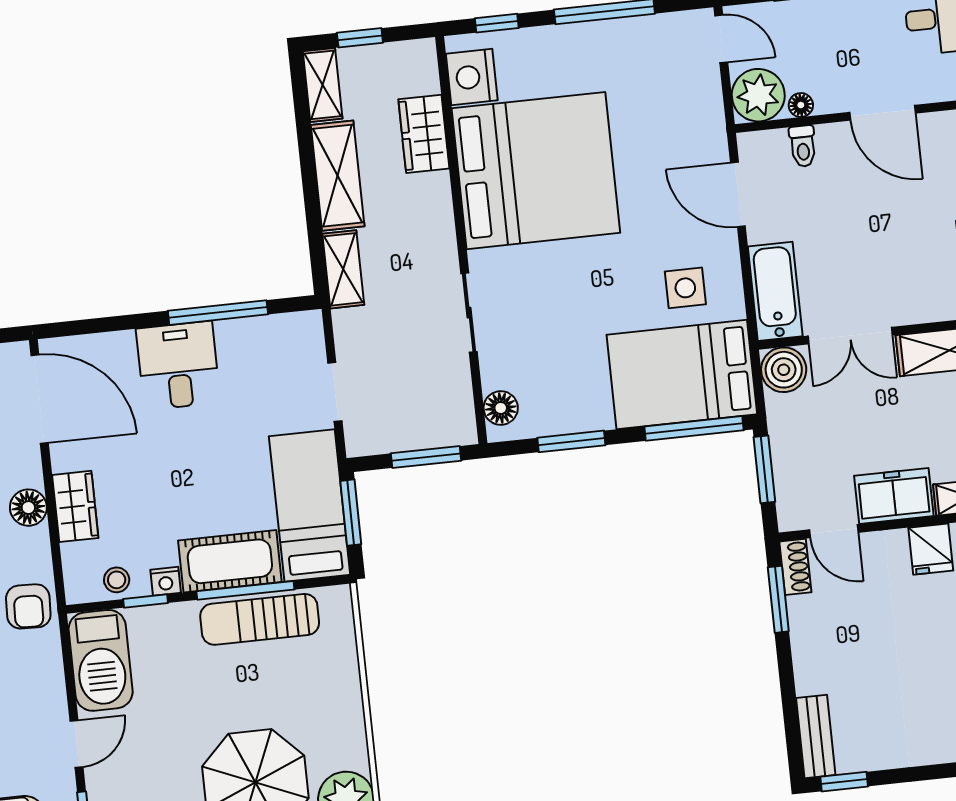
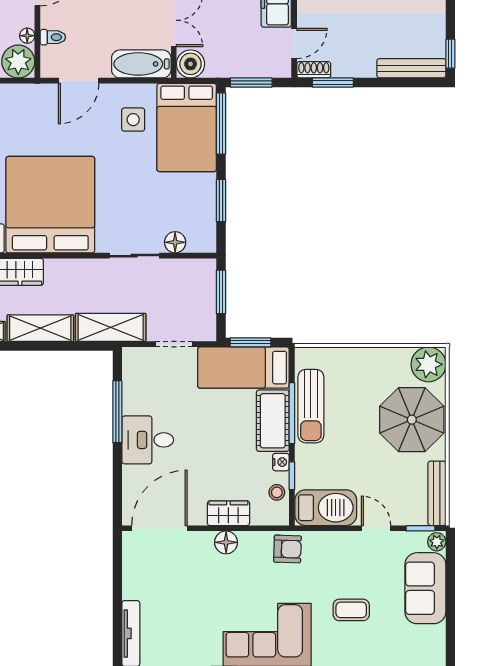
shelving: (343, 269) -> (111, 327), width x1.50, depth x1.33
floor lamp: (501, 408) -> (175, 242), moved
bench: (816, 737) -> (411, 68), width x1.36

